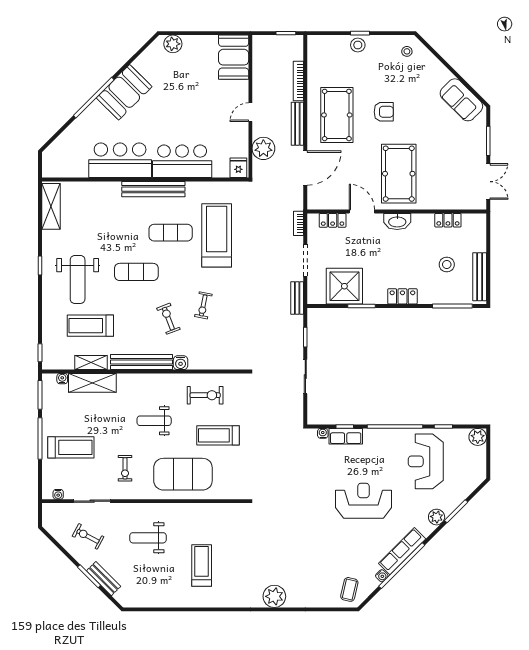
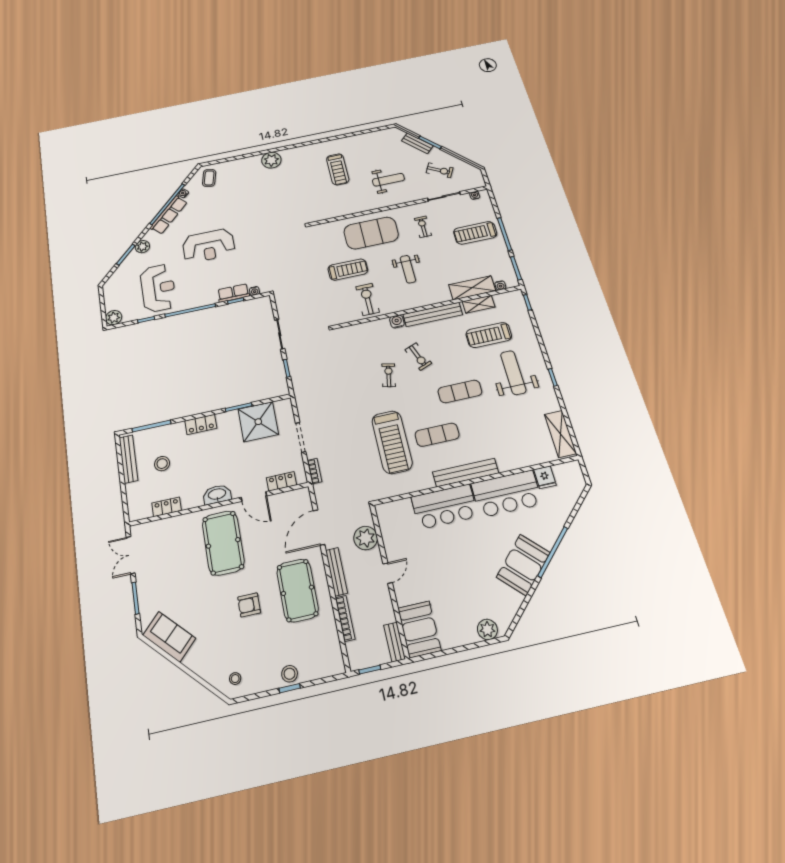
fridge: (238, 168) -> (545, 477), moved
bench: (297, 298) -> (394, 642), moved
treadmill: (90, 326) -> (489, 335), turned 180
exercise bike: (205, 395) -> (368, 299), turned 90
weight bench: (154, 421) -> (408, 269), turned 90

